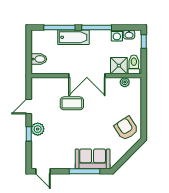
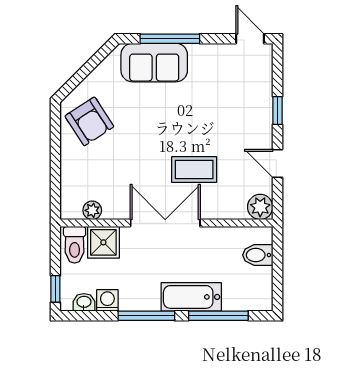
door: (29, 107) -> (277, 163), swing flipped
plant: (38, 129) -> (260, 207), moved

